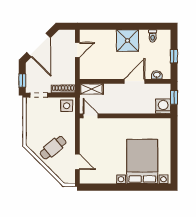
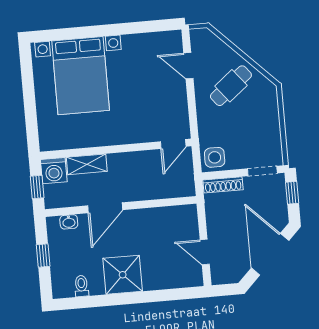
door: (77, 50) -> (205, 252), hinge flipped
shelving: (91, 89) -> (87, 164), moved
door: (91, 116) -> (173, 144), hinge flipped

